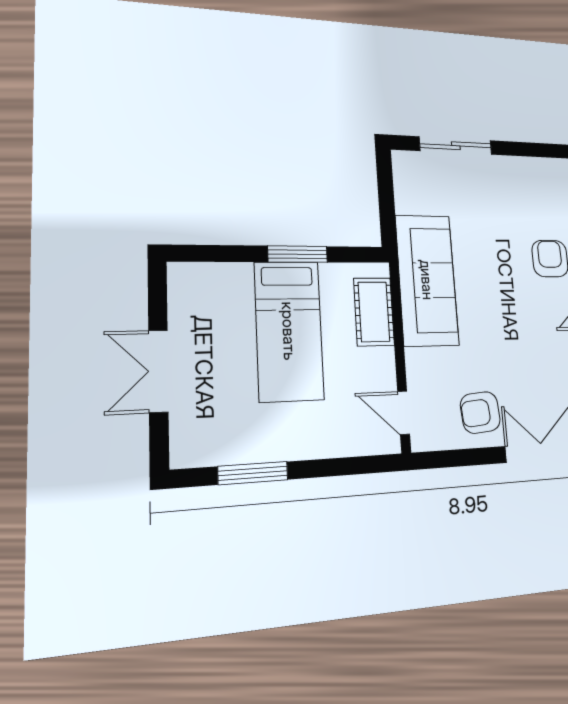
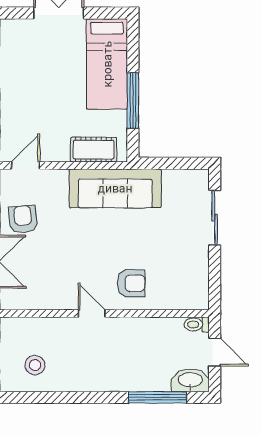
window: (298, 254) -> (133, 101), width x1.44
bed: (289, 331) -> (107, 64), moved, turned -90

